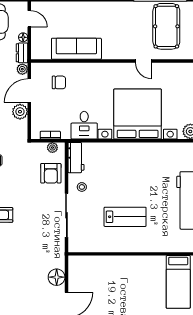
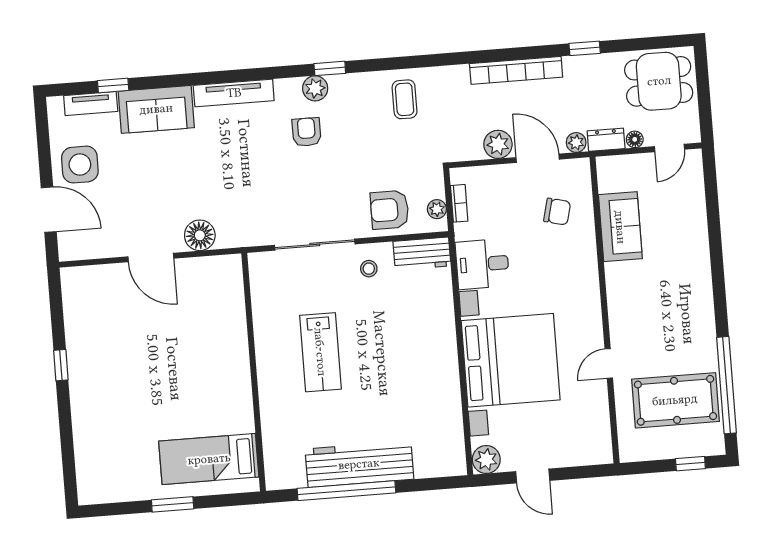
sofa: (76, 49) -> (620, 227), width x0.73
chair: (59, 82) -> (557, 212), turned -76

